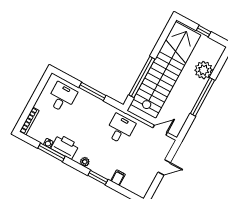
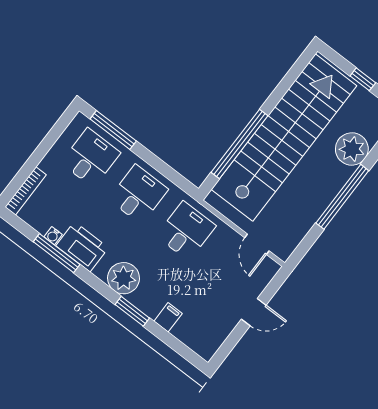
window: (92, 91) -> (113, 130), moved
desk: (91, 113) -> (138, 194), added
door: (160, 130) -> (257, 244), swing flipped
plant: (85, 162) -> (124, 278), width x1.88, depth x1.88

